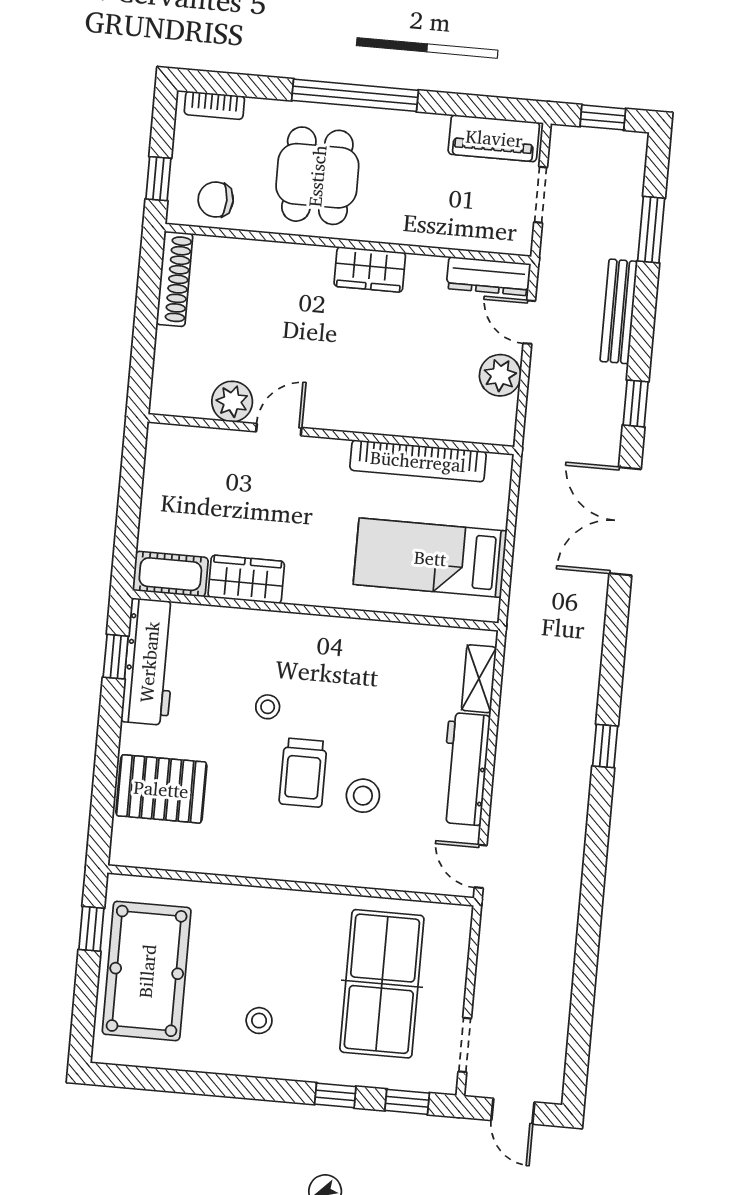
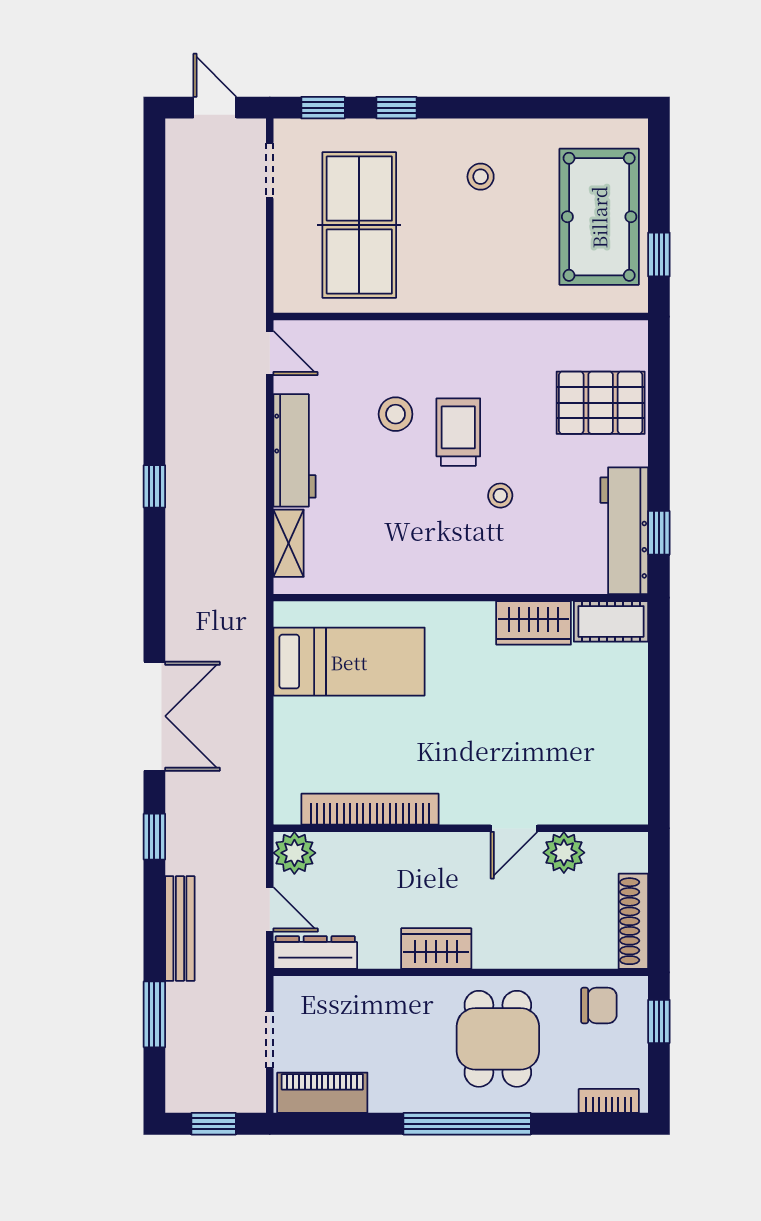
plant: (232, 402) -> (564, 853), moved
door: (279, 430) -> (514, 828), moved
wall: (331, 434) -> (461, 828), moved
bookcase: (418, 461) -> (370, 809), moved

